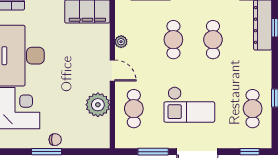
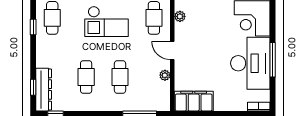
plant: (98, 105) -> (180, 16), width x0.53, depth x0.53
checkout: (189, 105) -> (106, 21), turned 180

